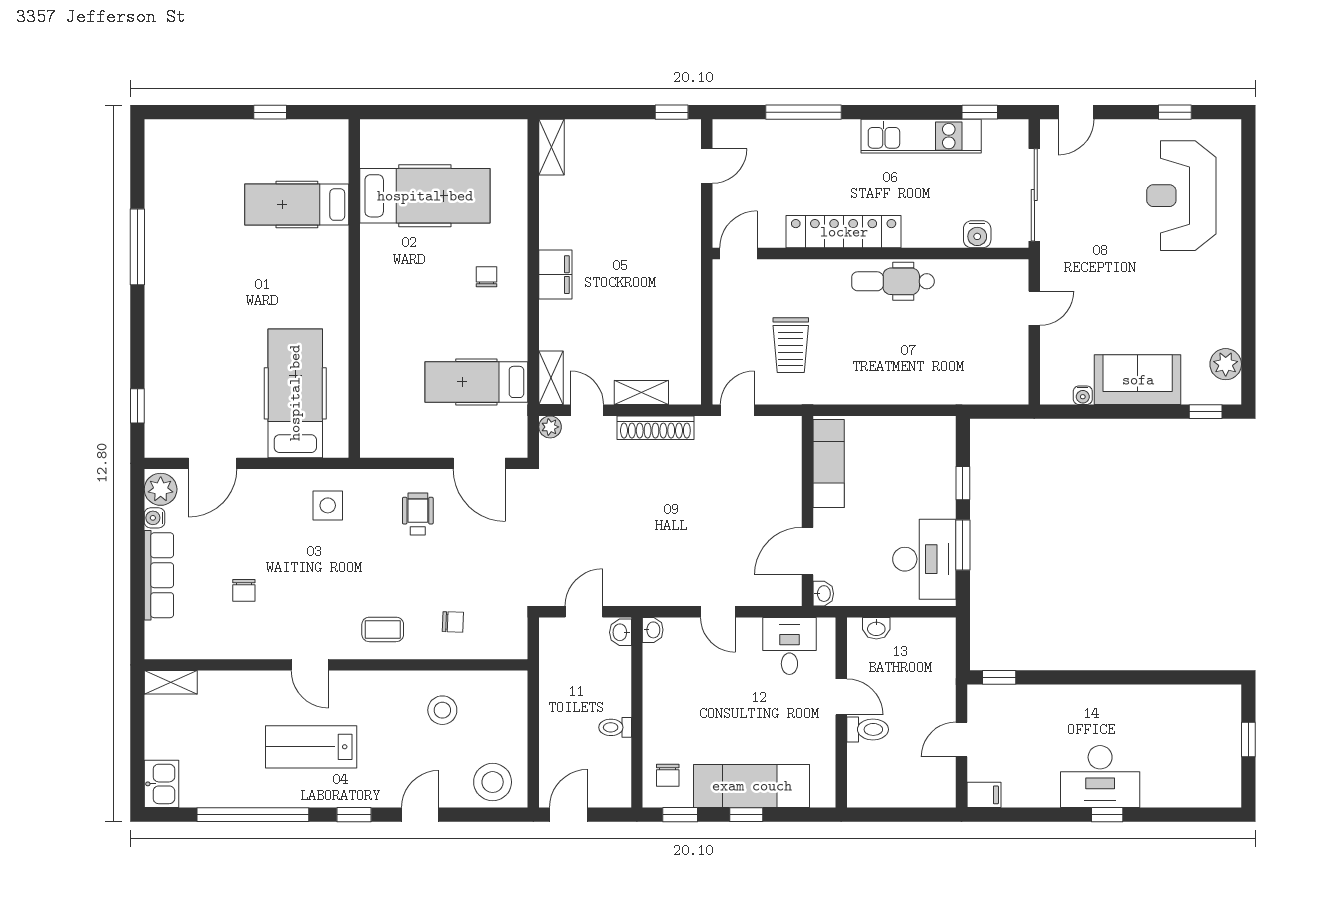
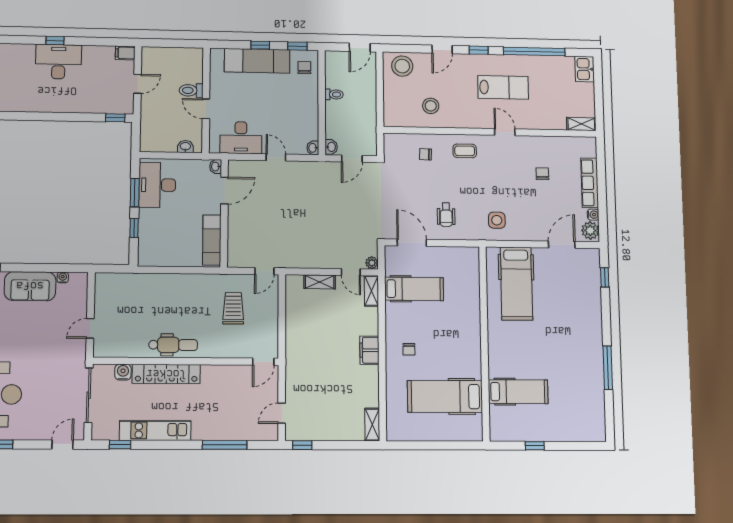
locker: (844, 232) -> (166, 374), moved
shoe rack: (655, 428) -> (312, 262), removed
desk: (789, 646) -> (241, 138), width x1.37

